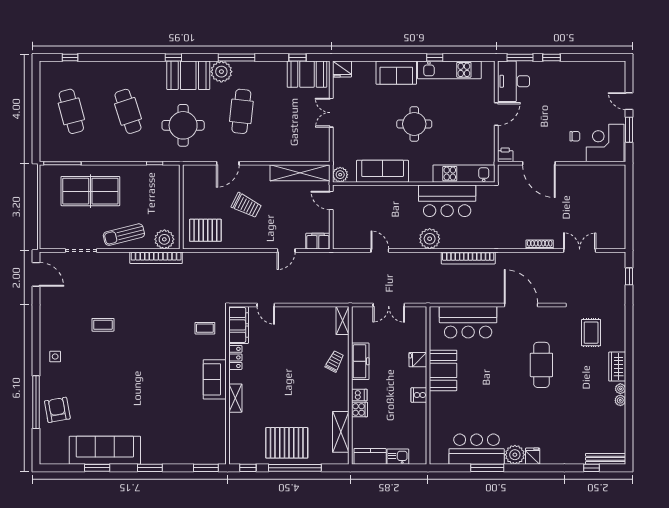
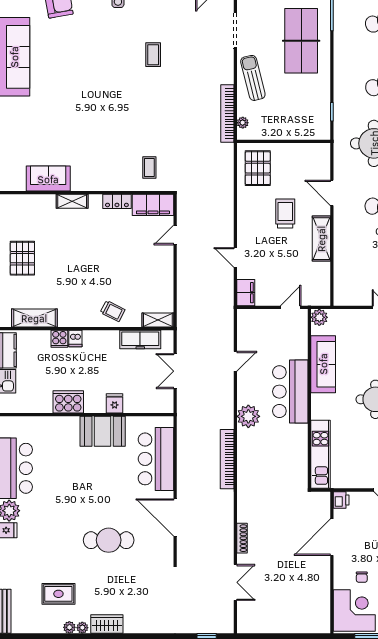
shelving: (300, 173) -> (321, 239), moved, width x0.68
bar counter: (447, 201) -> (290, 392), moved
trolley: (246, 205) -> (285, 214), turned 153
plant: (164, 239) -> (243, 123), width x0.53, depth x0.53
door: (521, 305) -> (175, 517), swing flipped
rug: (591, 333) -> (58, 594), moved
freezer: (360, 361) -> (140, 340), moved
sofa: (215, 379) -> (48, 179), moved
cooker: (419, 395) -> (68, 402), width x1.87, depth x1.31
pallet: (287, 443) -> (22, 258), width x0.73, depth x0.71

